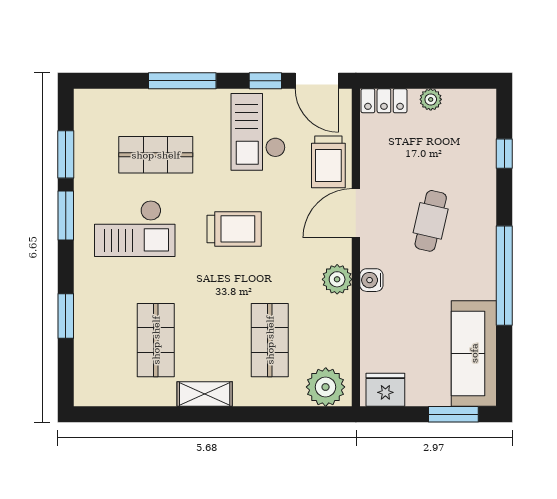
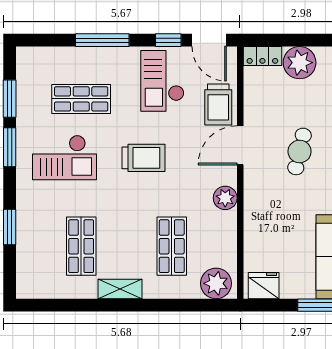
plant: (431, 99) -> (300, 63), width x1.88, depth x1.88
water cooler: (371, 280) -> (252, 198), removed

